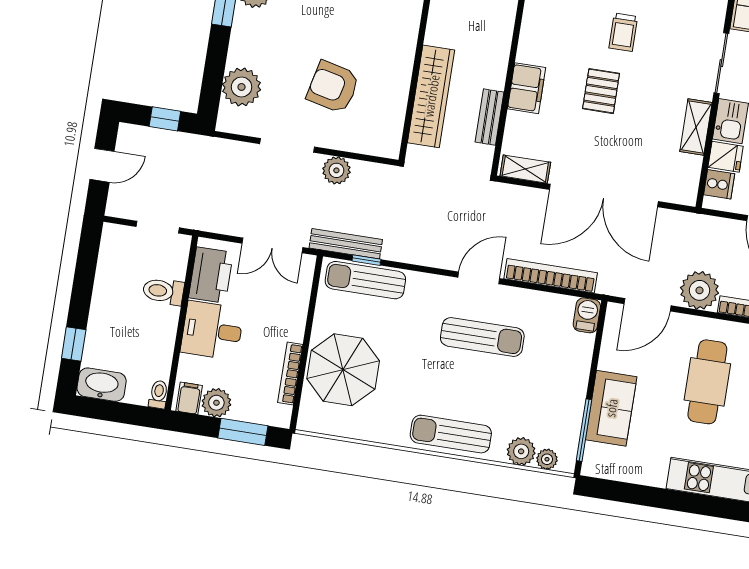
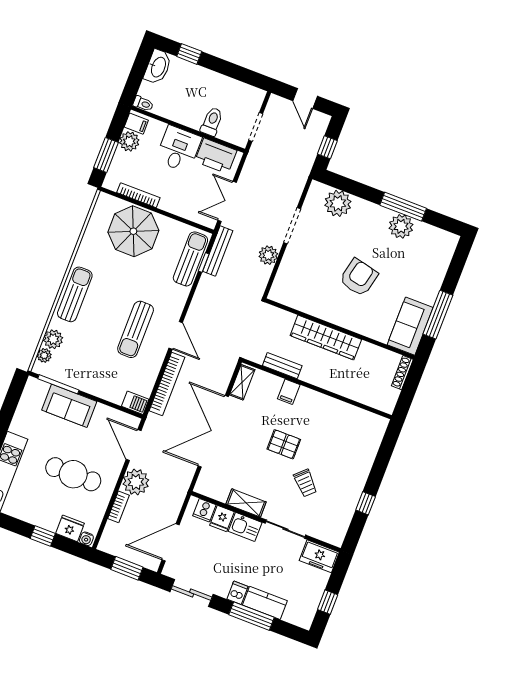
trolley: (623, 32) -> (305, 483), moved, turned -134
armchair: (333, 87) -> (359, 277), moved
filing cabinet: (527, 88) -> (289, 392), width x0.50
wardrobe: (431, 96) -> (326, 338), moved

